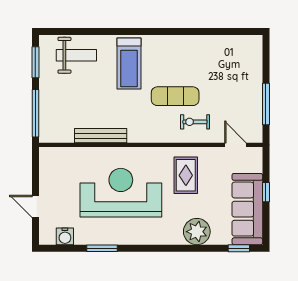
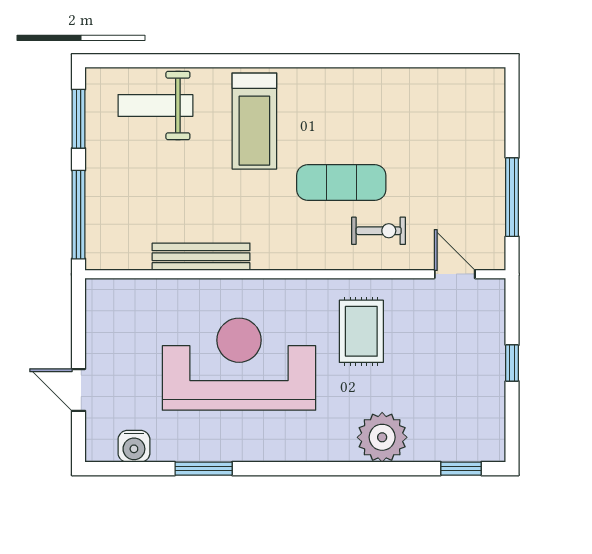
weight bench: (76, 55) -> (155, 106), turned 180
exercise bike: (195, 122) -> (379, 231), turned 180
sofa: (247, 209) -> (477, 395), removed

